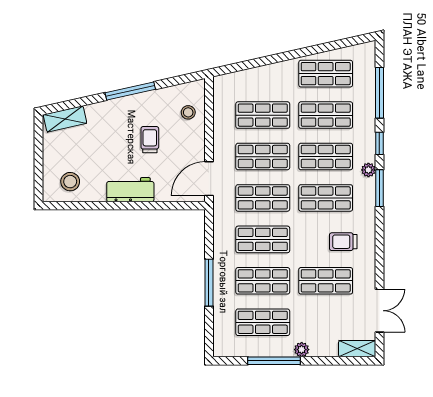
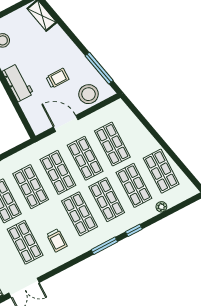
window: (130, 91) -> (99, 68), moved
window: (379, 93) -> (167, 213), removed
stool: (188, 112) -> (89, 94), width x1.89, depth x1.89
plant: (368, 170) -> (161, 207), moved
door: (209, 179) -> (66, 123), moved
trolley: (343, 242) -> (57, 240), turned 180

